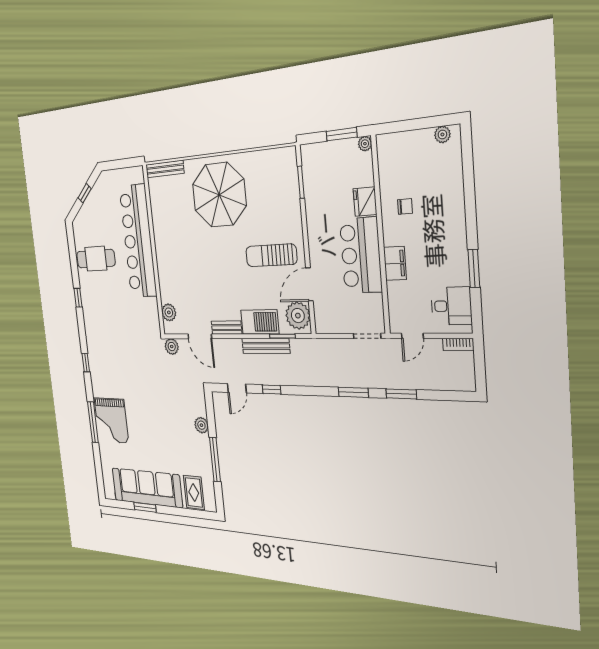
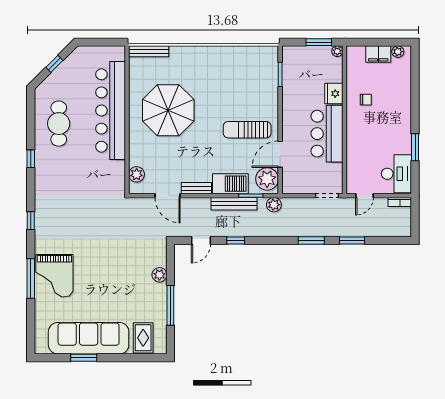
parasol: (219, 195) -> (168, 110), moved
cafe table: (96, 259) -> (59, 124), turned 90
filing cabinet: (395, 263) -> (378, 54), moved, turned 90
desk: (451, 306) -> (396, 174), width x1.37
plant: (172, 347) -> (274, 205), moved

